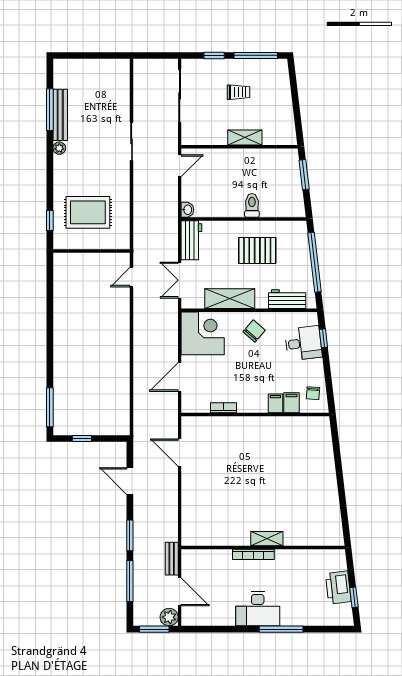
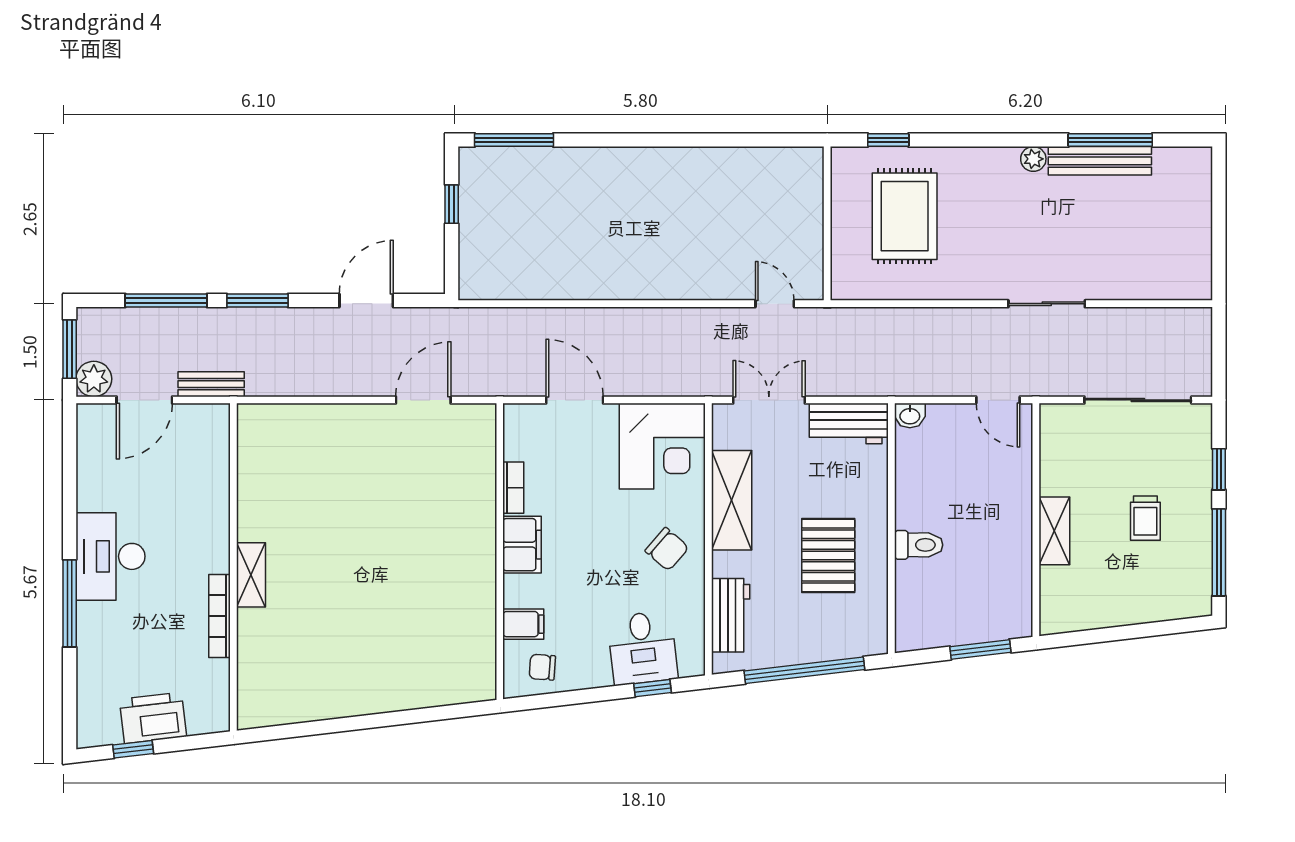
filing cabinet: (275, 403) -> (522, 545), moved, width x2.00
bookcase: (253, 554) -> (219, 616), moved

